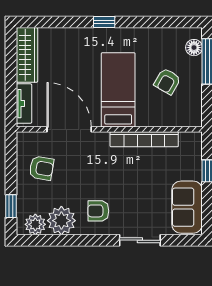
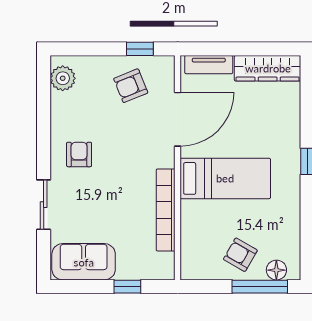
armchair: (167, 81) -> (240, 255), moved
armchair: (41, 168) -> (131, 86), turned 58
window: (11, 206) -> (140, 49), moved
plant: (61, 221) -> (67, 110), removed

